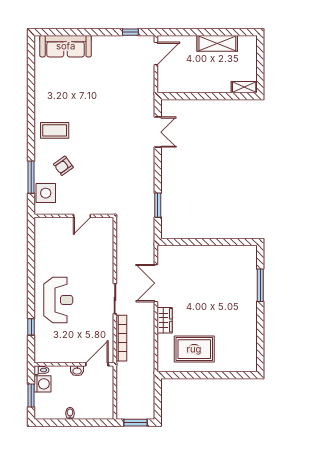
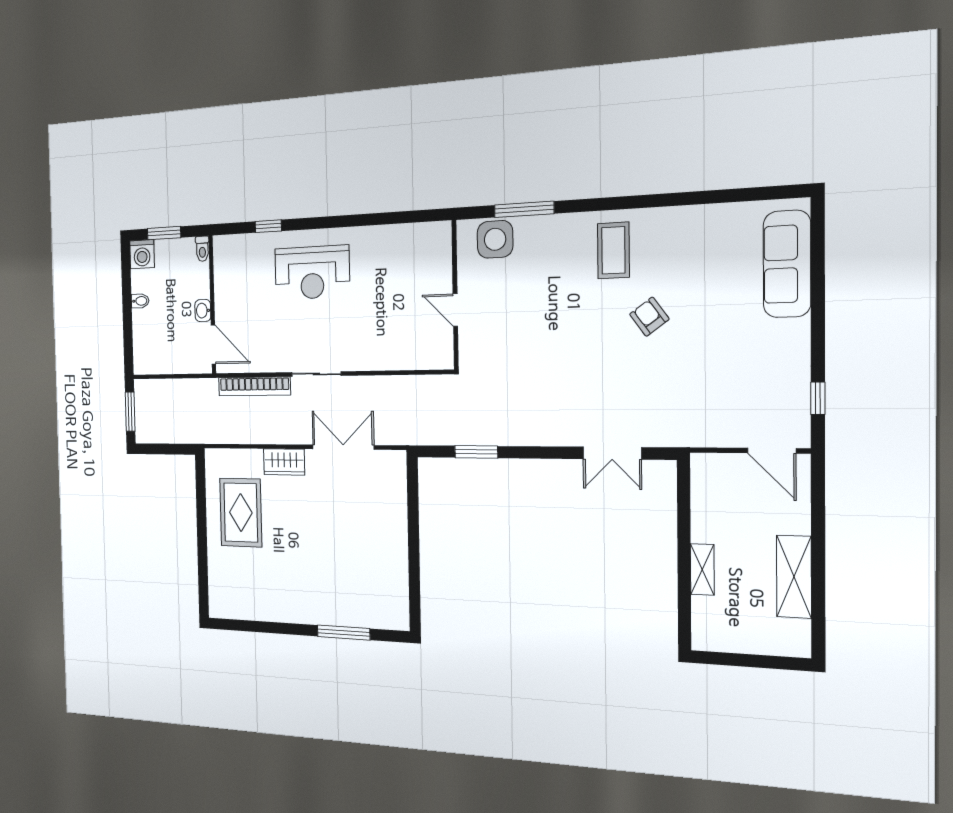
shelving: (244, 87) -> (702, 570), moved
armchair: (63, 166) -> (649, 317), moved
washing machine: (43, 384) -> (142, 254), moved

